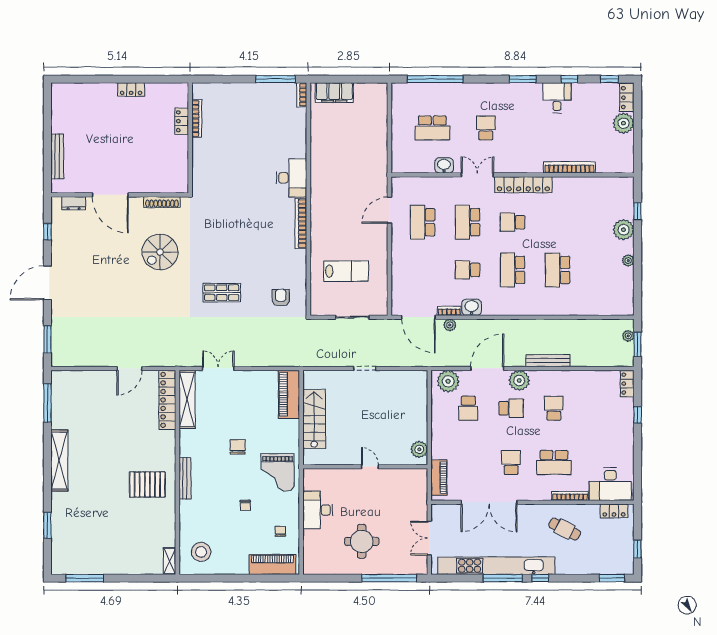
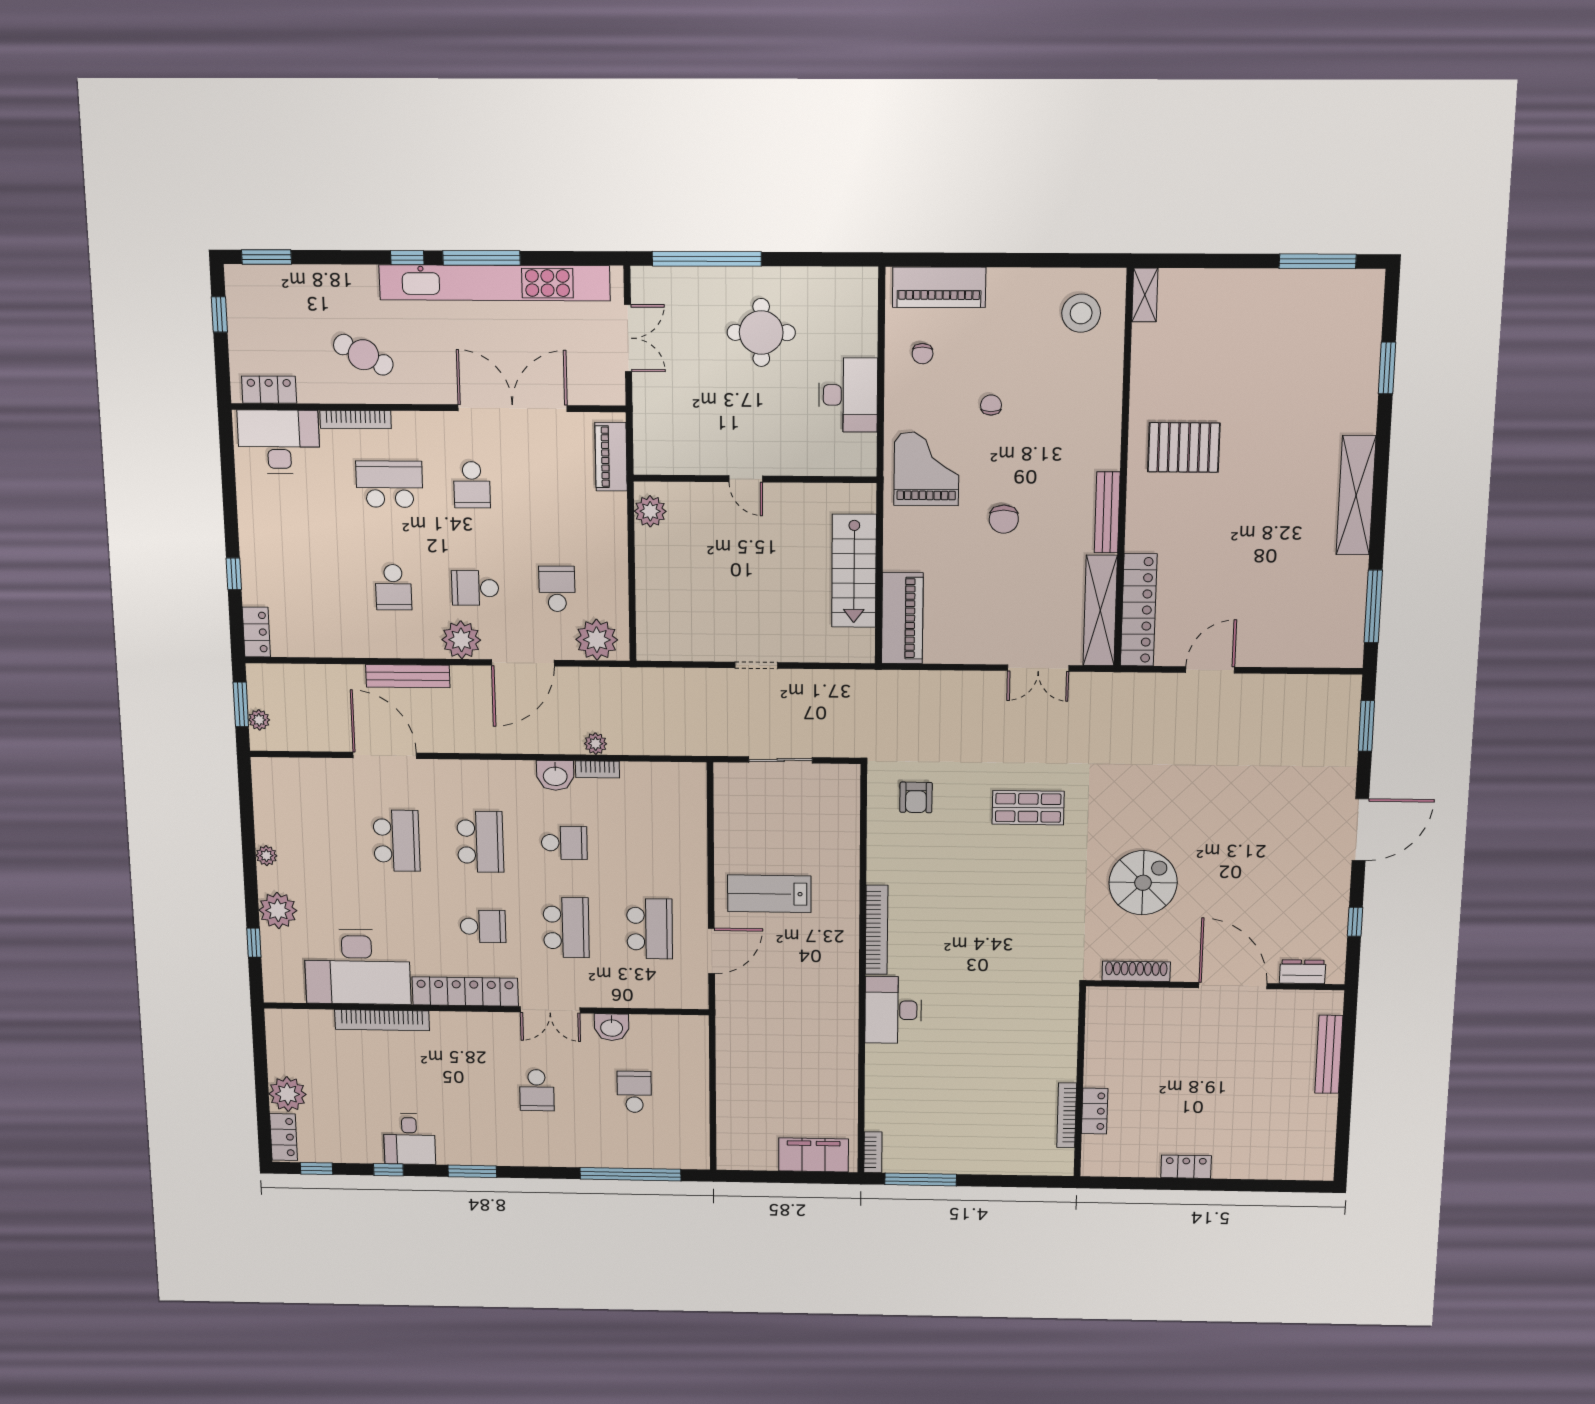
school desk: (432, 128) -> (634, 1092), width x0.54
desk: (582, 198) -> (357, 967), added
lab bench: (346, 271) -> (769, 894), moved
door: (418, 317) -> (385, 755), moved
bench: (185, 478) -> (1107, 512), moved

